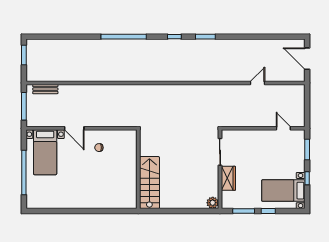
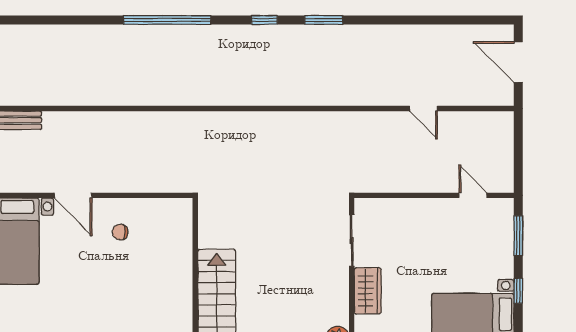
door: (258, 83) -> (423, 109), swing flipped

